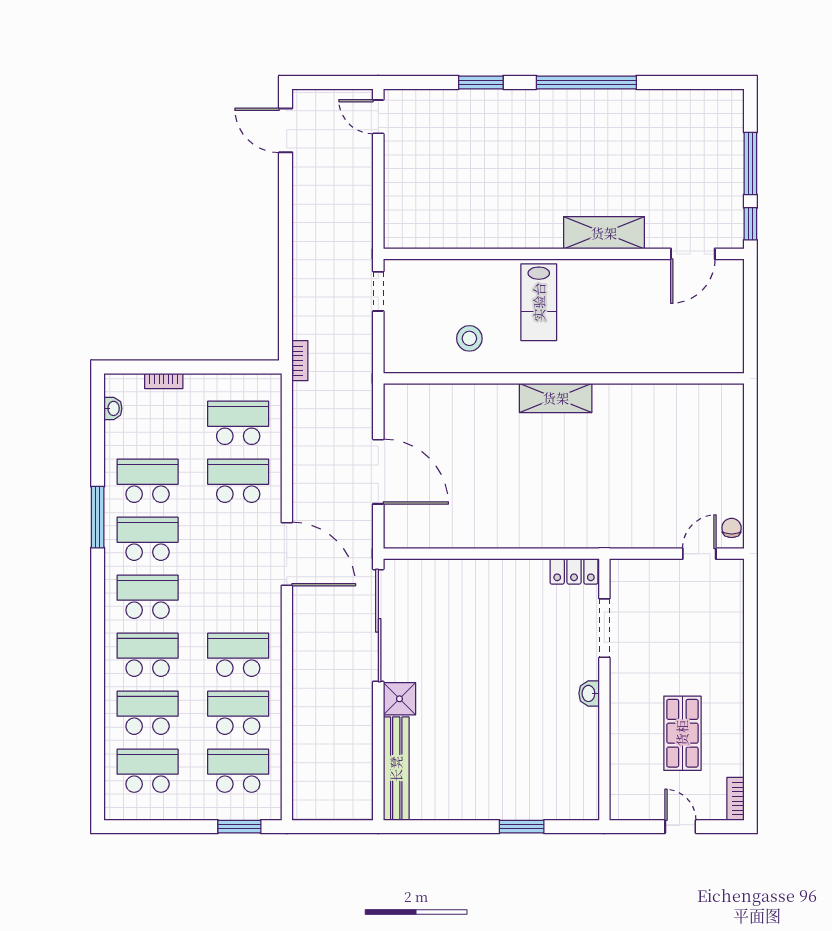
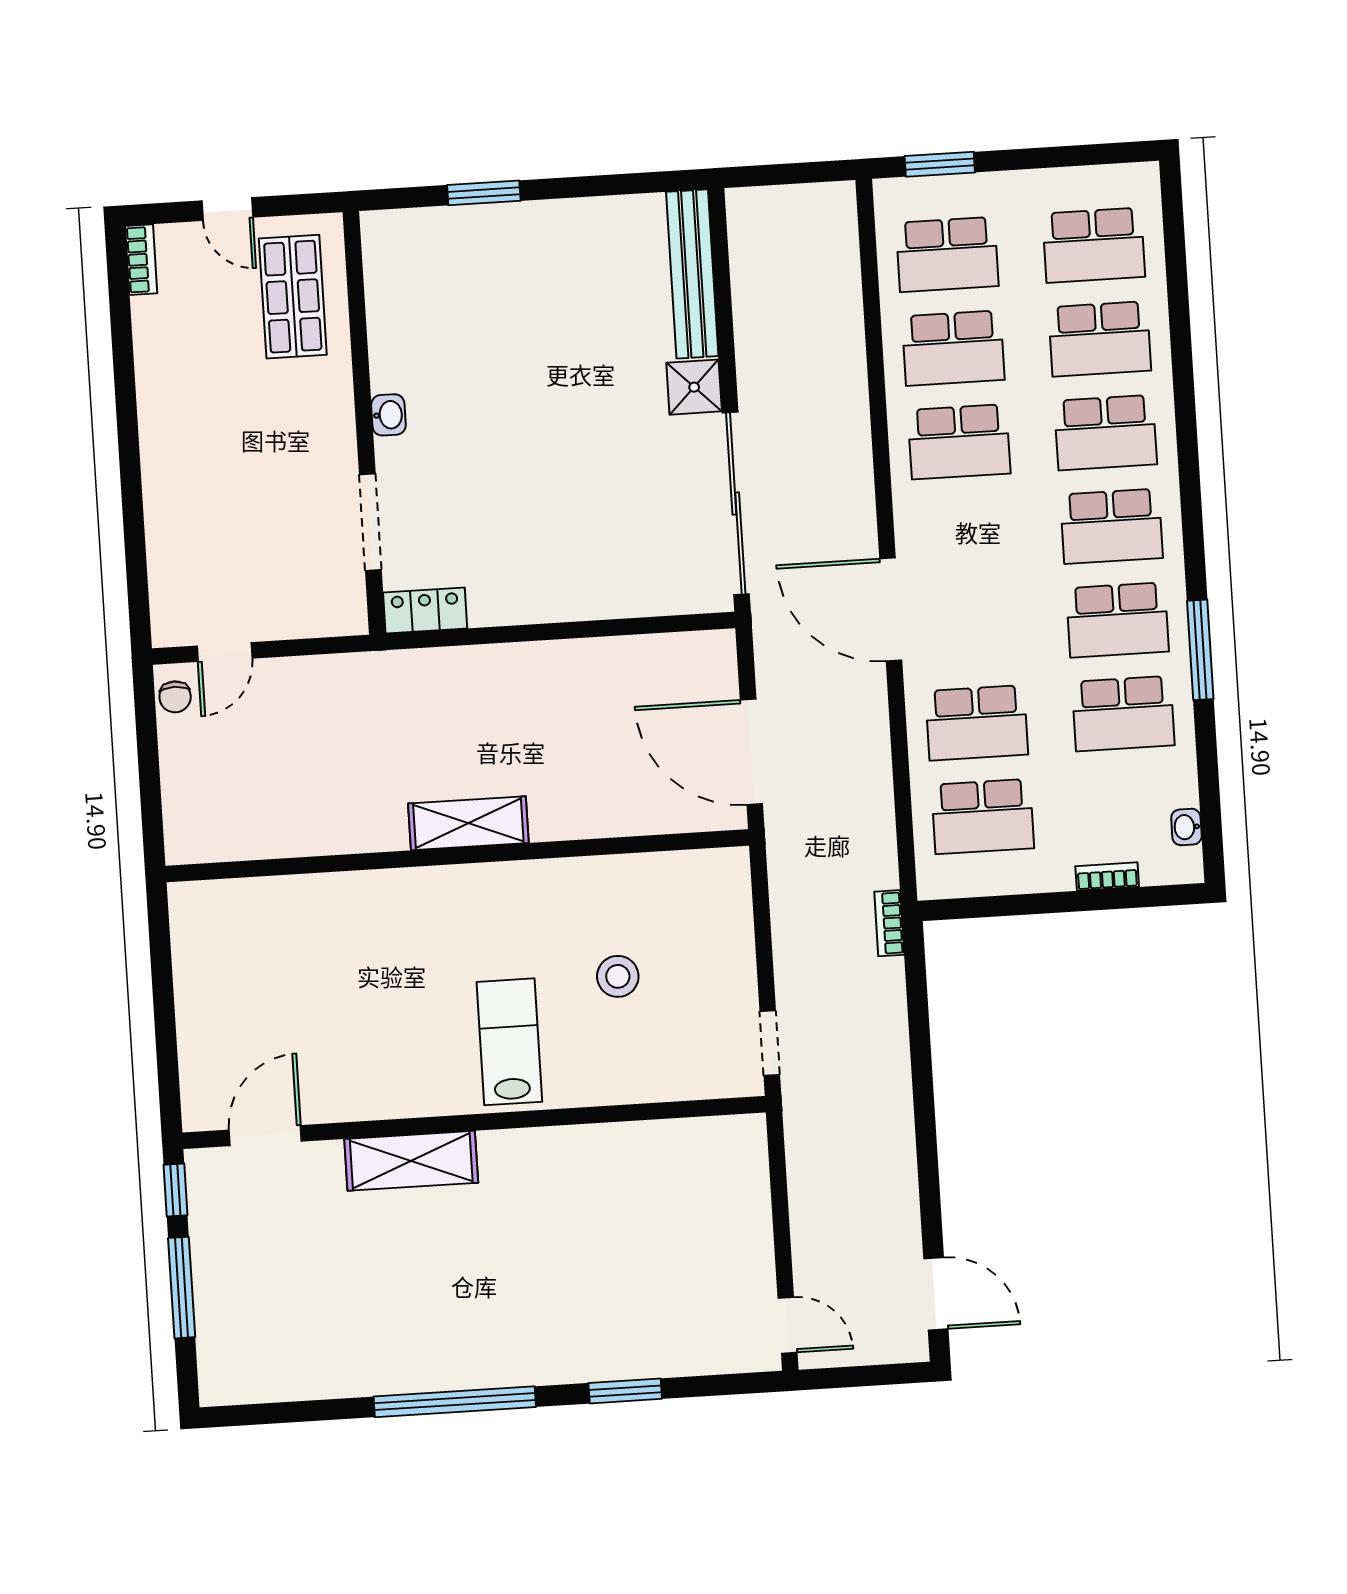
wall: (564, 378) -> (457, 856), moved
shelving: (556, 398) -> (468, 823), moved
shop shelf: (682, 733) -> (293, 297), moved

